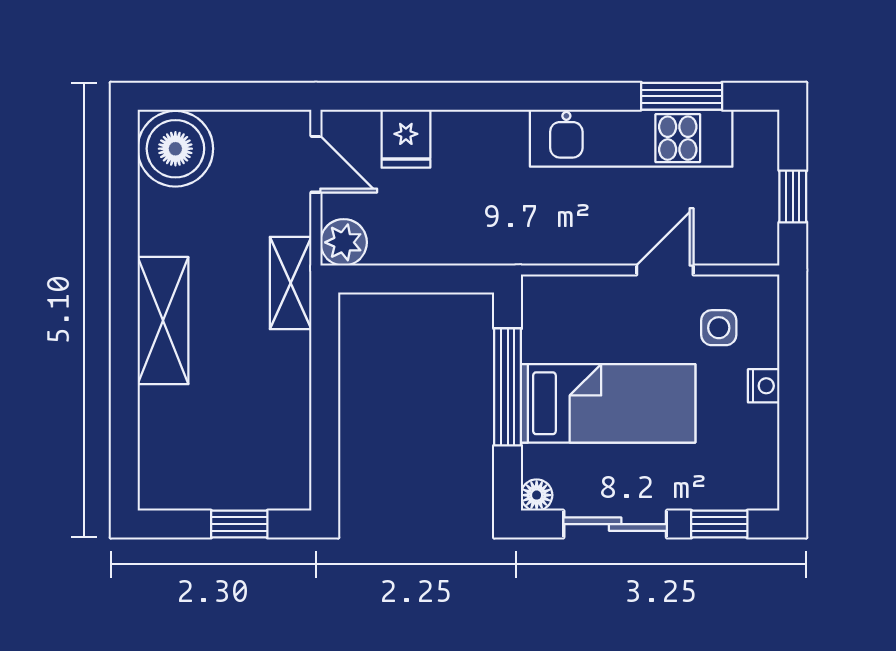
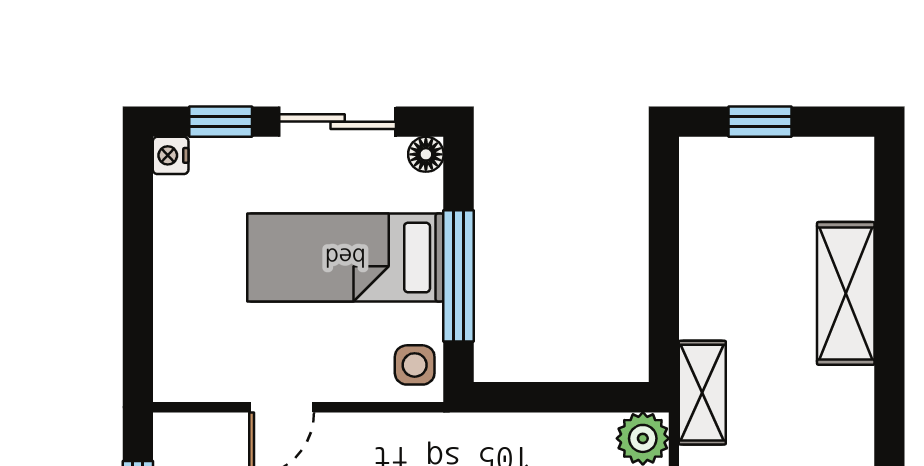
shelving: (163, 321) -> (846, 293), moved
side table: (719, 328) -> (415, 365), moved
nightstand: (764, 386) -> (171, 155), moved

